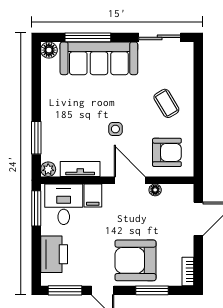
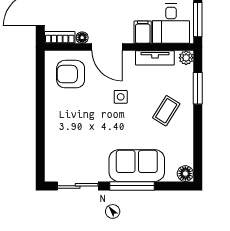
window: (88, 37) -> (132, 186), moved
sofa: (99, 58) -> (137, 166), width x0.73
coffee table: (166, 103) -> (166, 111), moved, turned 63
bookcase: (178, 190) -> (60, 37), added

